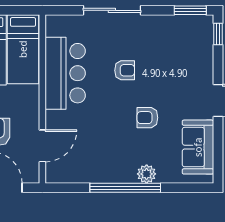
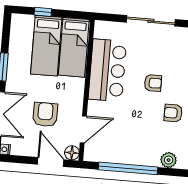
armchair: (125, 70) -> (153, 83), moved
floor lamp: (31, 175) -> (72, 153), added
window: (125, 188) -> (128, 168), moved

